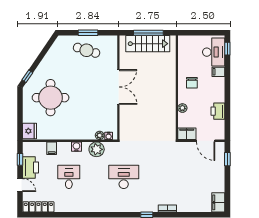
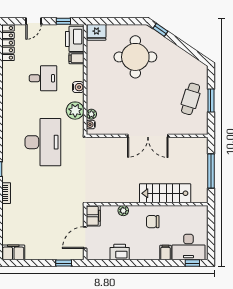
stairs: (148, 44) -> (165, 193), moved, turned 90
printer: (30, 167) -> (75, 39), moved, turned 90
desk: (124, 177) -> (43, 142), width x1.36, depth x1.30

